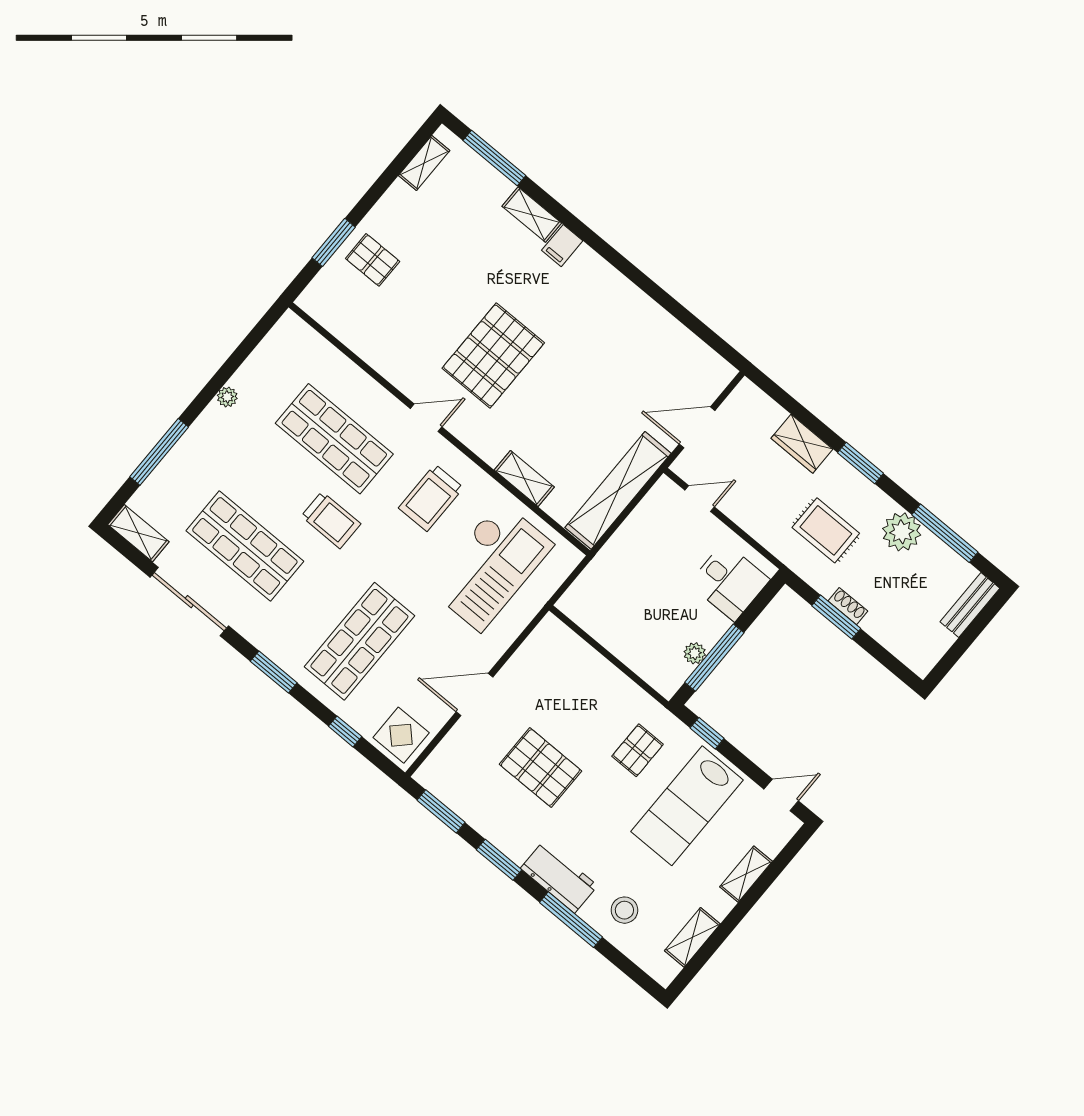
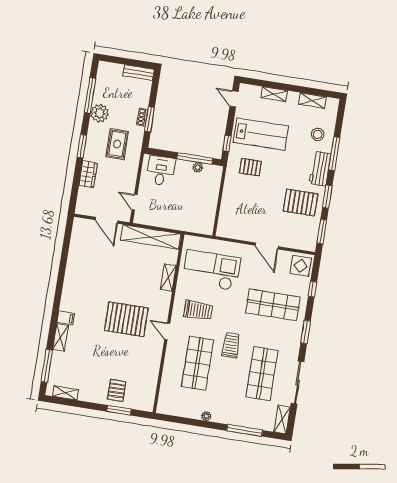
bench: (970, 605) -> (138, 73), moved
pallet: (540, 768) -> (301, 202), moved, turned 90

